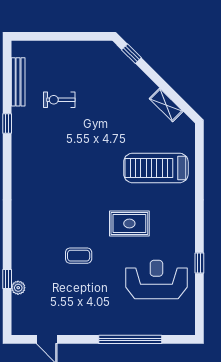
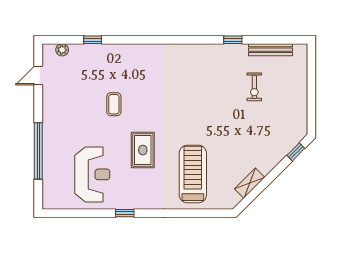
exercise bike: (59, 100) -> (254, 87), turned 180
window: (199, 263) -> (125, 213), moved
plant: (18, 288) -> (62, 50), moved

